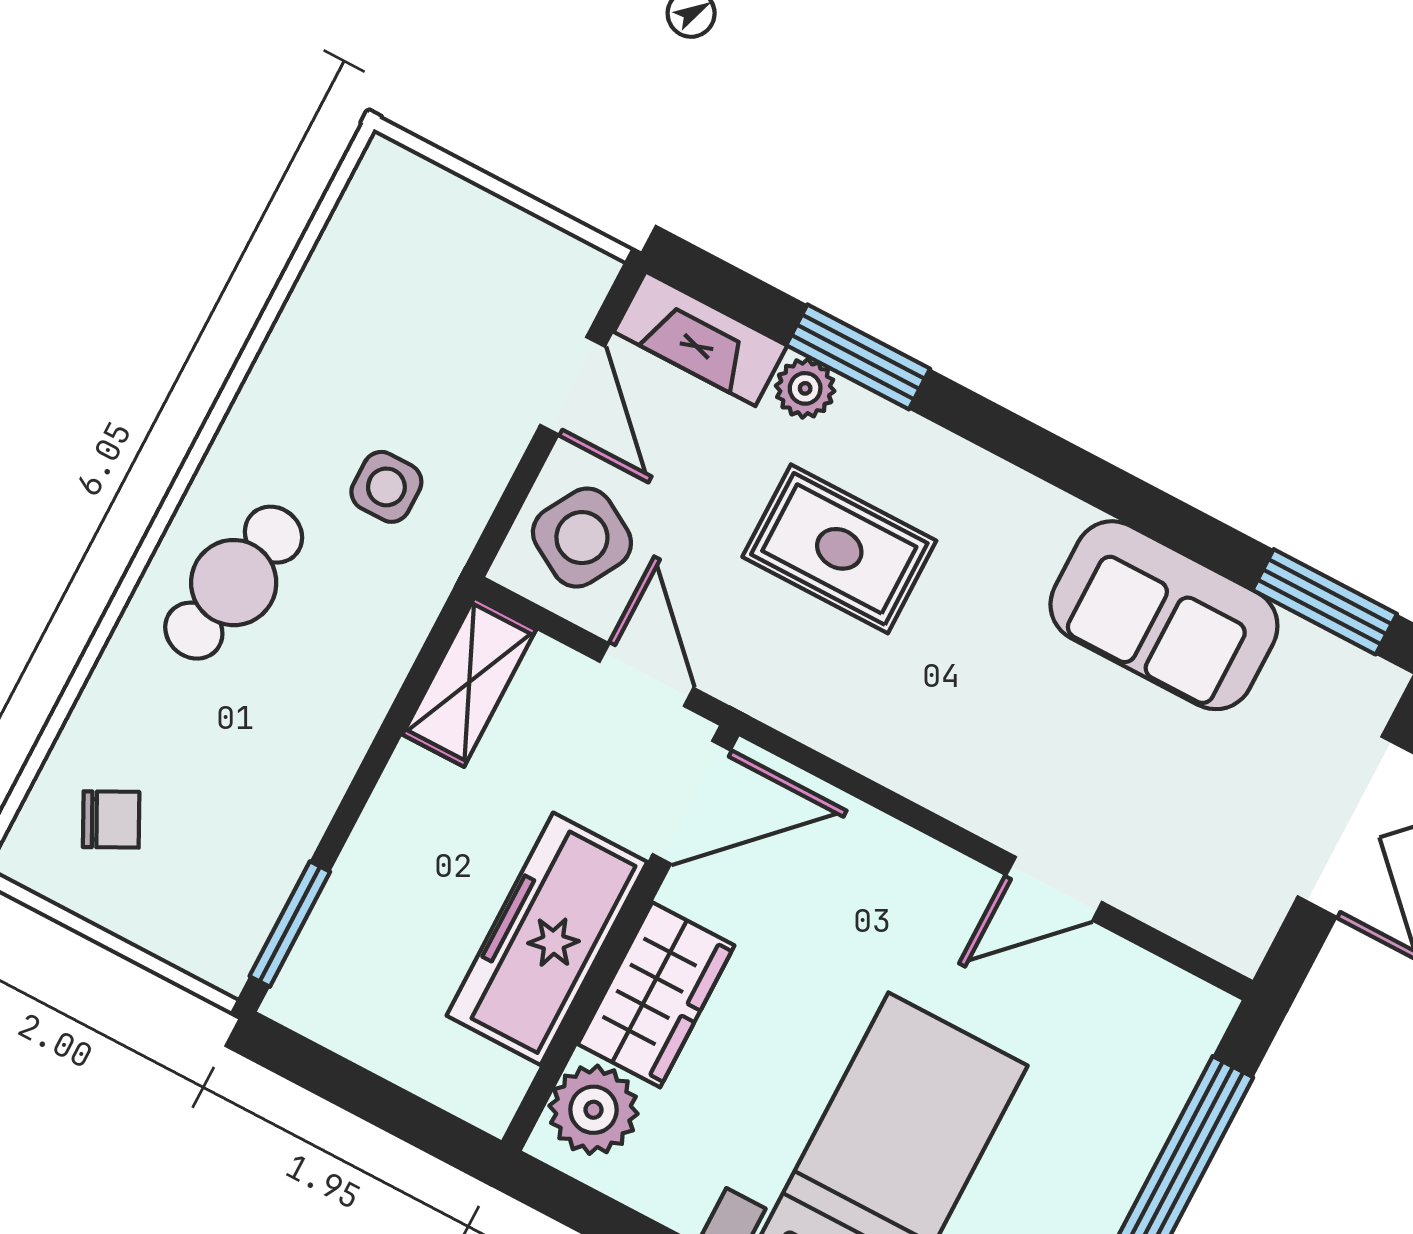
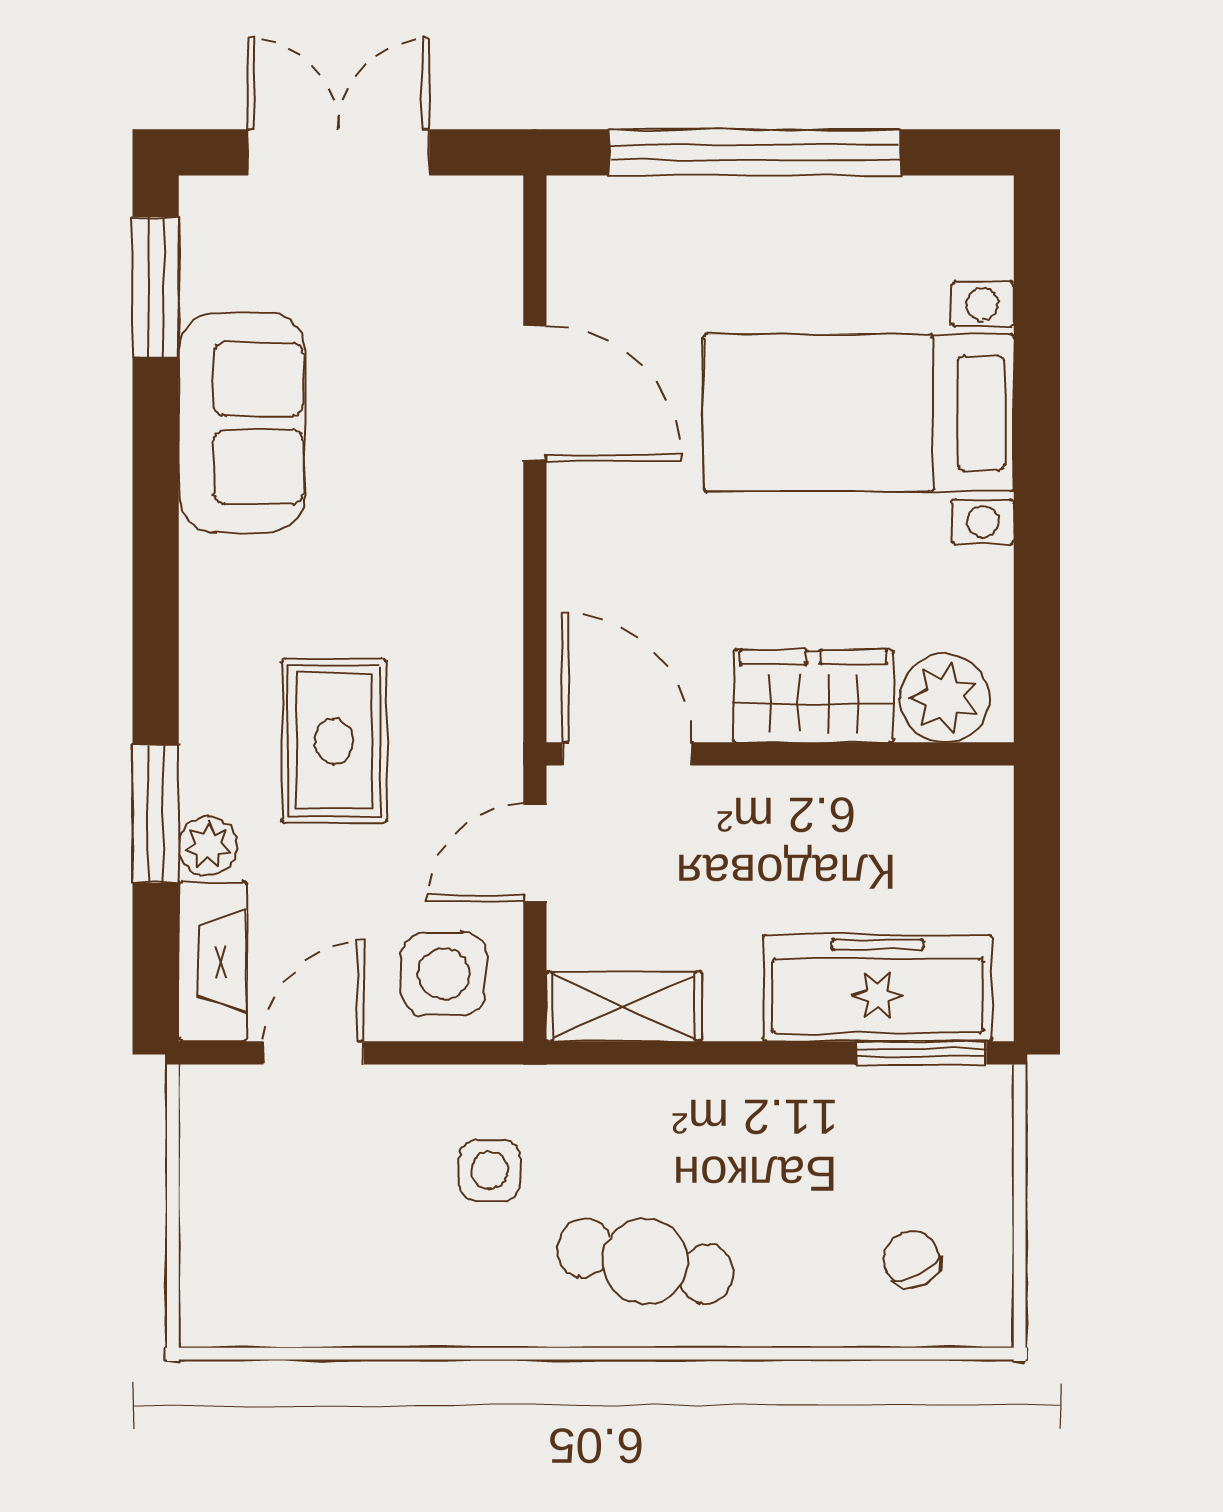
side table: (582, 538) -> (444, 974), turned -30
door: (1054, 889) -> (535, 393), width x1.38
freezer: (547, 939) -> (878, 988), moved, turned 180

